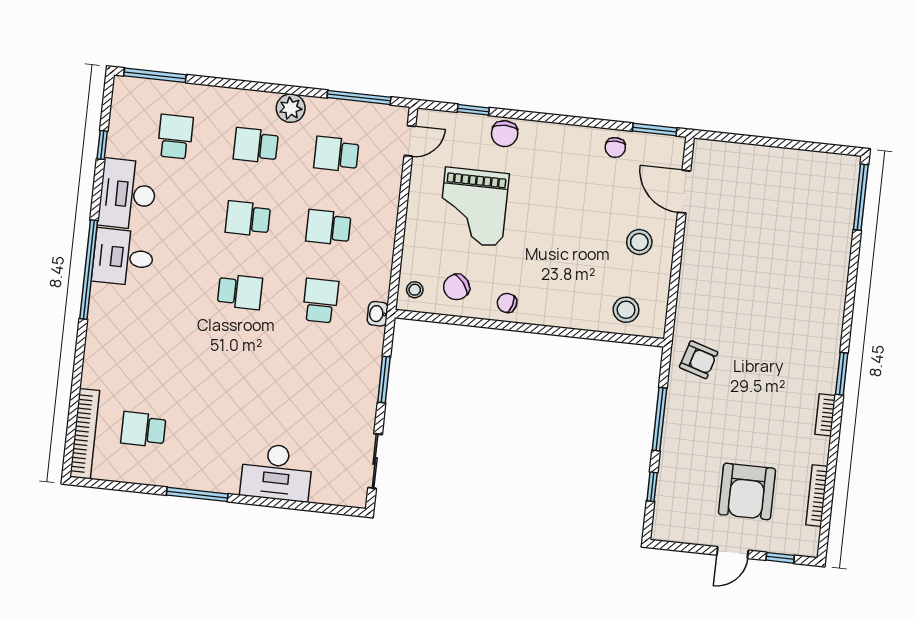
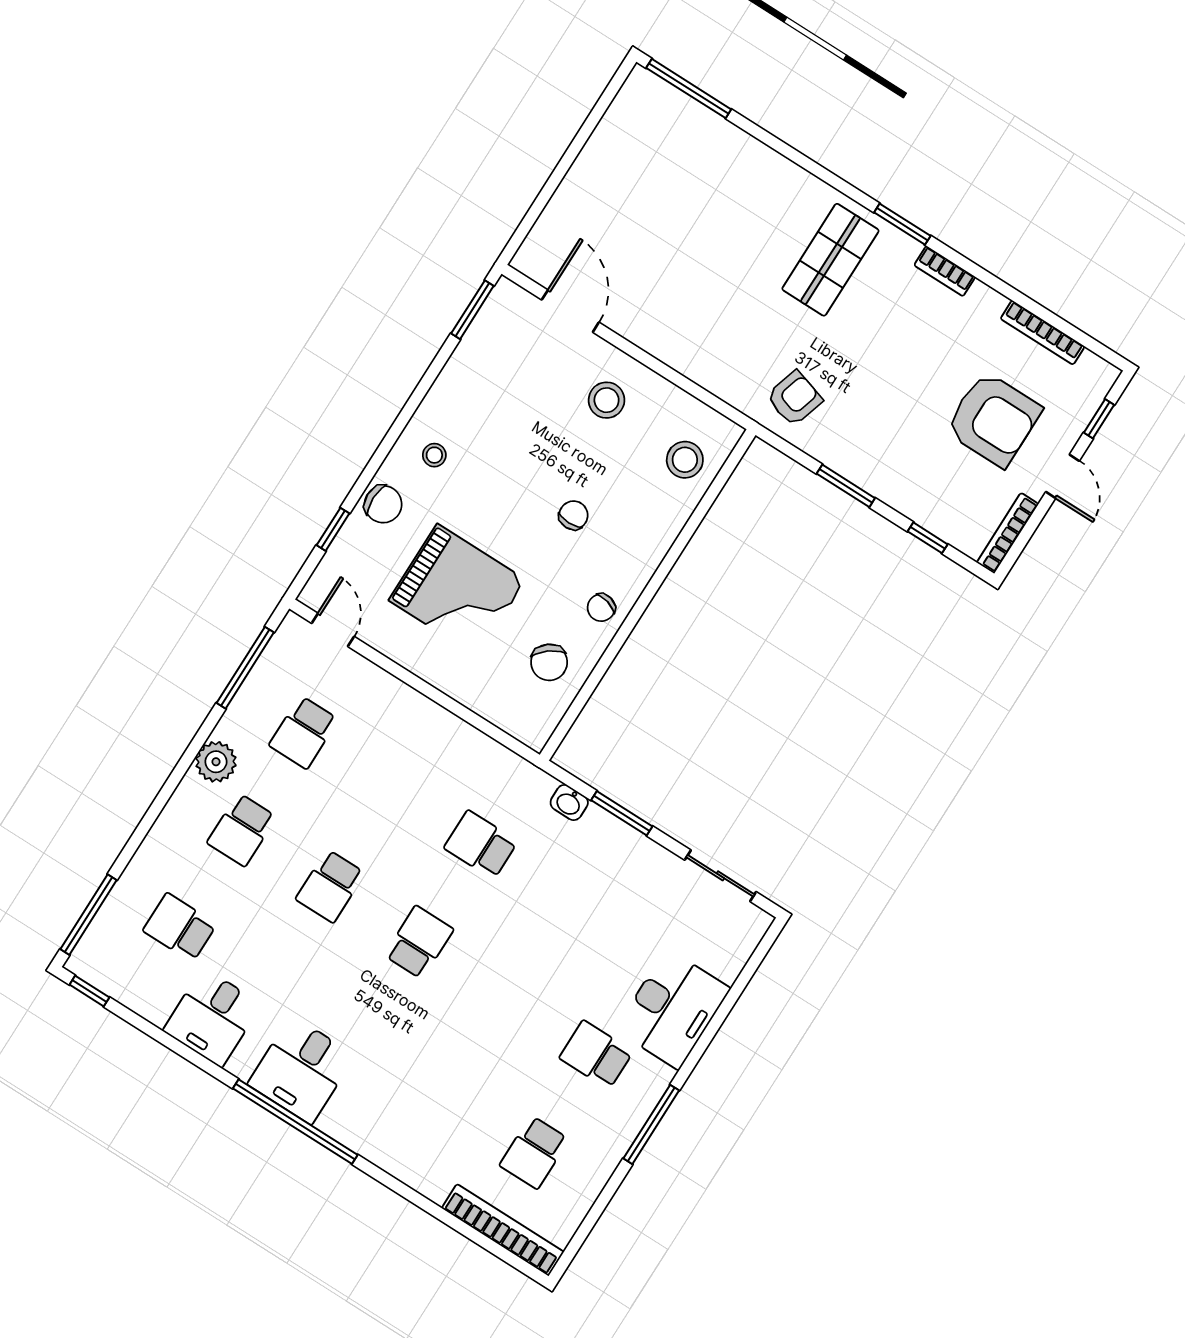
window: (102, 145) -> (89, 991), moved
chair: (615, 147) -> (573, 515), moved, turned -90
door: (684, 192) -> (570, 311), swing flipped
desk: (128, 194) -> (212, 1017), width x0.73
school desk: (328, 227) -> (596, 1055), moved, turned 90
stool: (415, 290) -> (434, 455), moved
washbasin: (378, 314) -> (569, 802), moved
shop shelf: (797, 339) -> (830, 260), added
window: (659, 419) -> (846, 486), width x0.69
bookcase: (680, 536) -> (1008, 533), added

